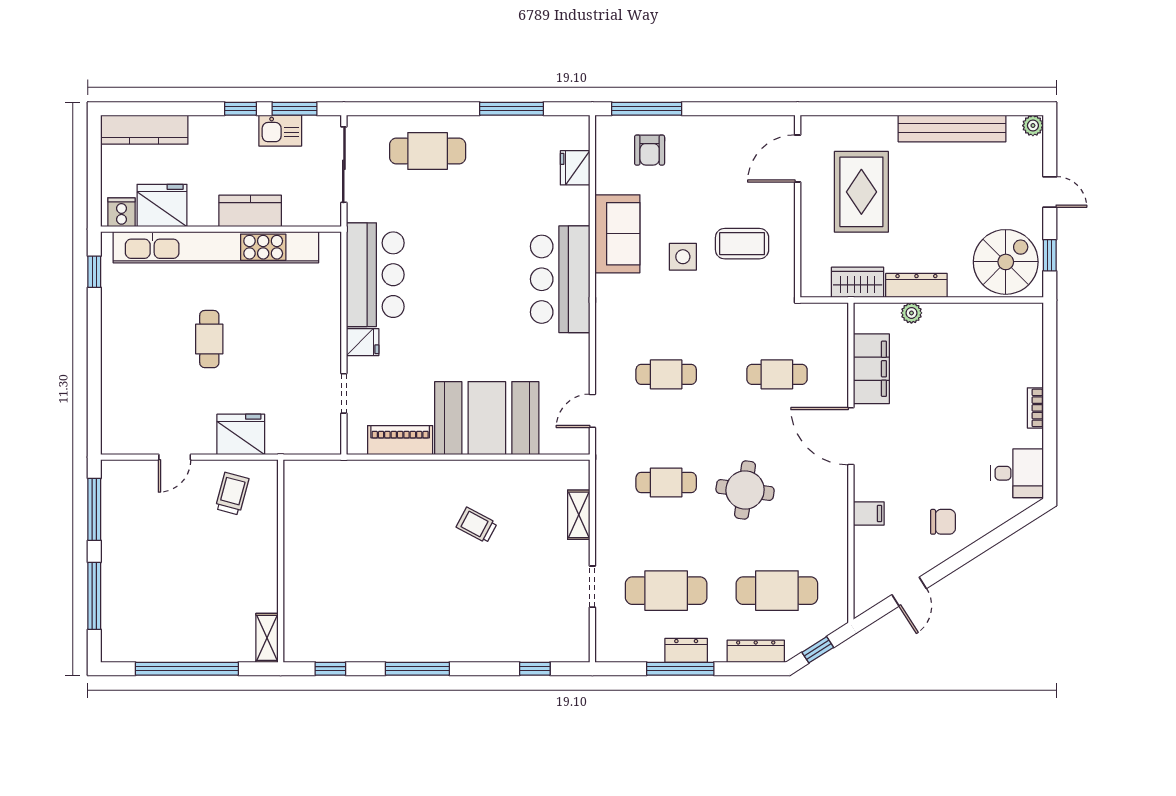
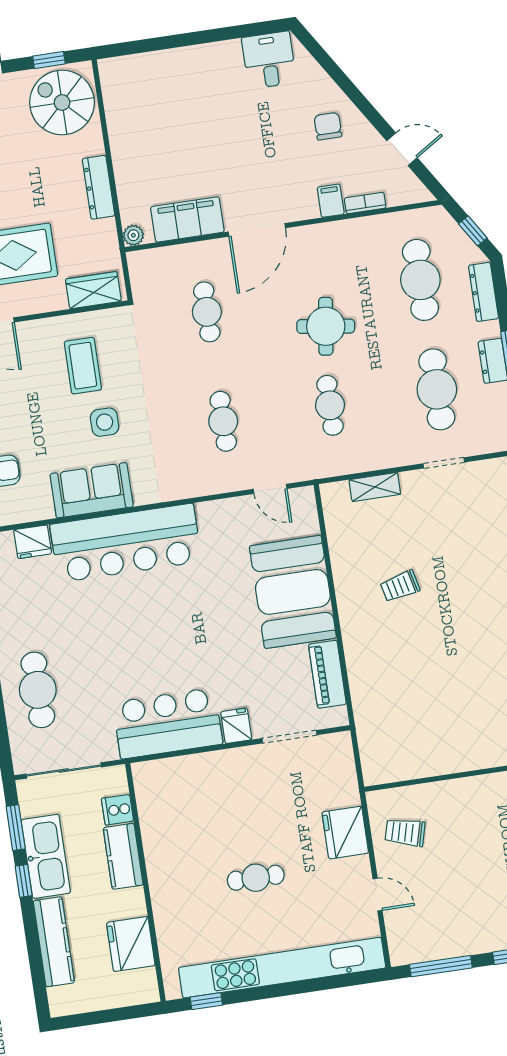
kitchen counter: (144, 130) -> (54, 942), moved
kitchen sink: (280, 131) -> (46, 856), width x1.88, depth x1.24
cooker: (121, 212) -> (117, 810), moved
kitchen unit: (216, 247) -> (282, 968), moved, turned -90
bar counter: (560, 279) -> (126, 543), width x1.36
wardrobe: (858, 282) -> (93, 290), moved, turned 90
plant: (911, 313) -> (133, 235), moved
doorway: (344, 393) -> (290, 737), width x1.38
bookcase: (1035, 408) -> (365, 203), moved, turned 180
trolley: (477, 525) -> (400, 586), turned 49

